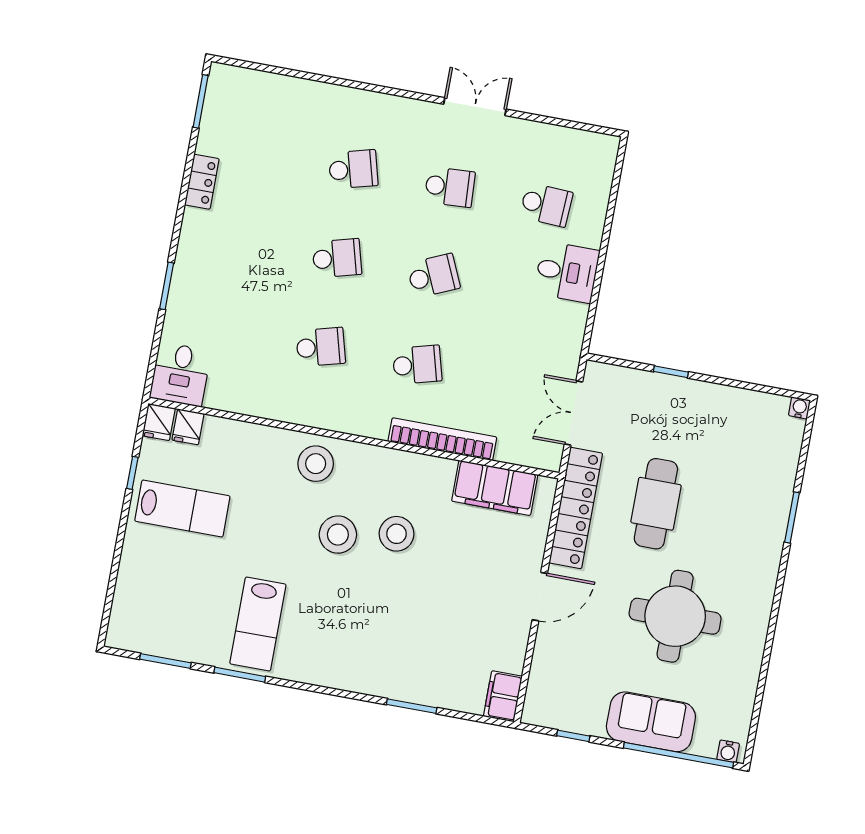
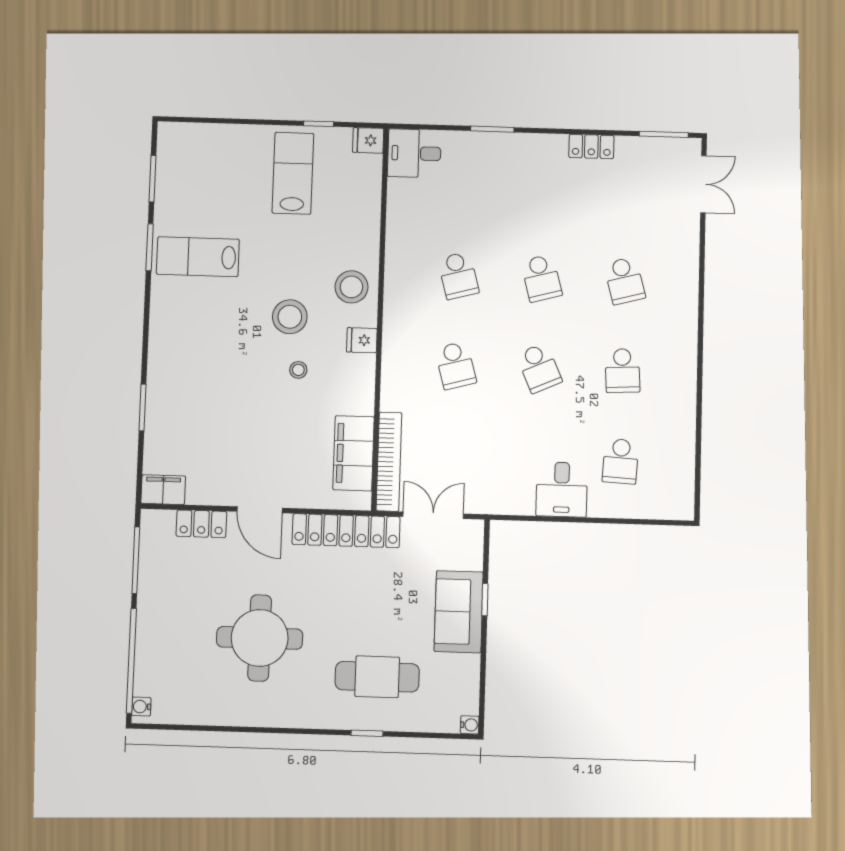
double door: (475, 107) -> (703, 184), moved
fridge: (188, 427) -> (362, 340), moved
bookcase: (442, 439) -> (389, 462), moved
cafe table: (656, 504) -> (377, 677), moved
lab bench: (182, 509) -> (293, 173), turned 180
window: (792, 517) -> (367, 733), width x0.67
stool: (397, 534) -> (298, 370), width x0.53, depth x0.53
locker: (545, 661) -> (201, 524), added
sofa: (651, 722) -> (459, 612), moved, turned 180
window: (573, 736) -> (136, 560), width x2.17

